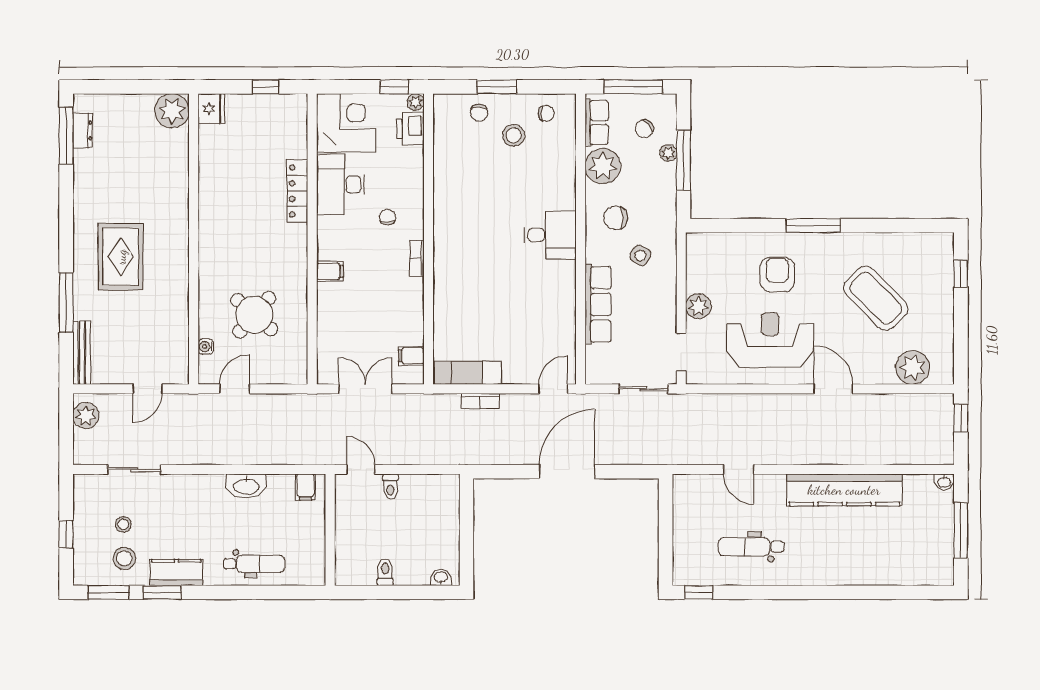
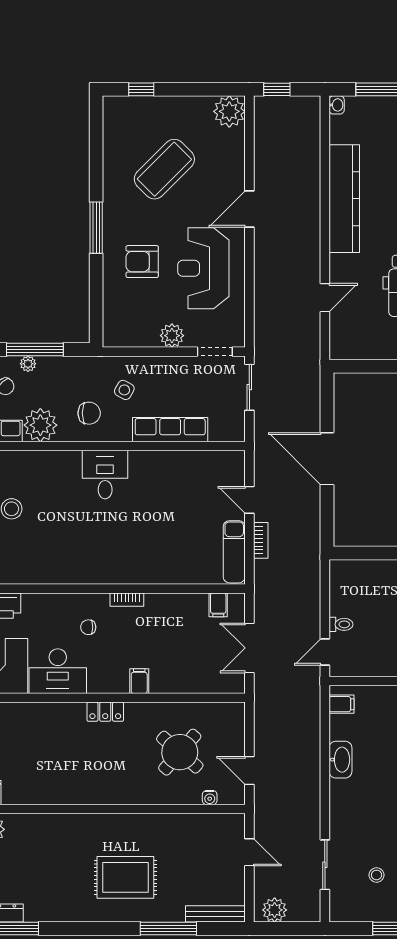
locker: (297, 191) -> (105, 712), moved, width x0.66
chair: (616, 218) -> (89, 413), turned -90
plant: (913, 367) -> (229, 111), moved
door: (553, 389) -> (249, 500), moved

